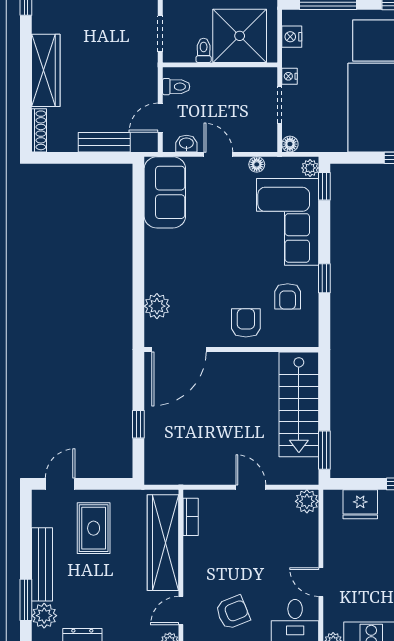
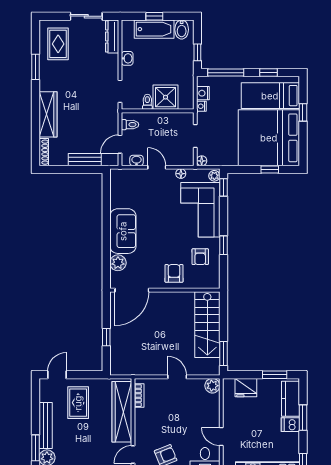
shower: (240, 36) -> (165, 97), width x0.73, depth x0.73
nightstand: (290, 76) -> (201, 106), moved
sofa: (165, 192) -> (123, 231), moved

